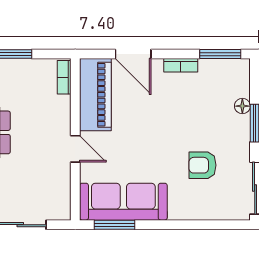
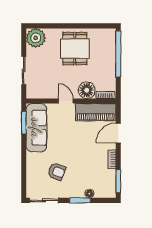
floor lamp: (56, 111) -> (87, 90), added
door: (75, 149) -> (66, 101), swing flipped
armchair: (203, 165) -> (57, 172), turned 111

